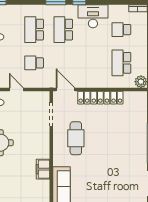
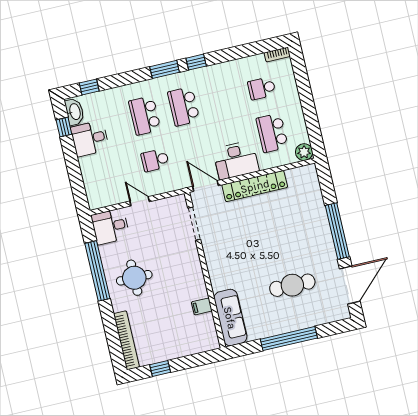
desk: (93, 16) -> (236, 160), moved, turned 180
cafe table: (76, 138) -> (292, 285), moved, turned 90
filing cabinet: (43, 169) -> (202, 306), width x0.50

